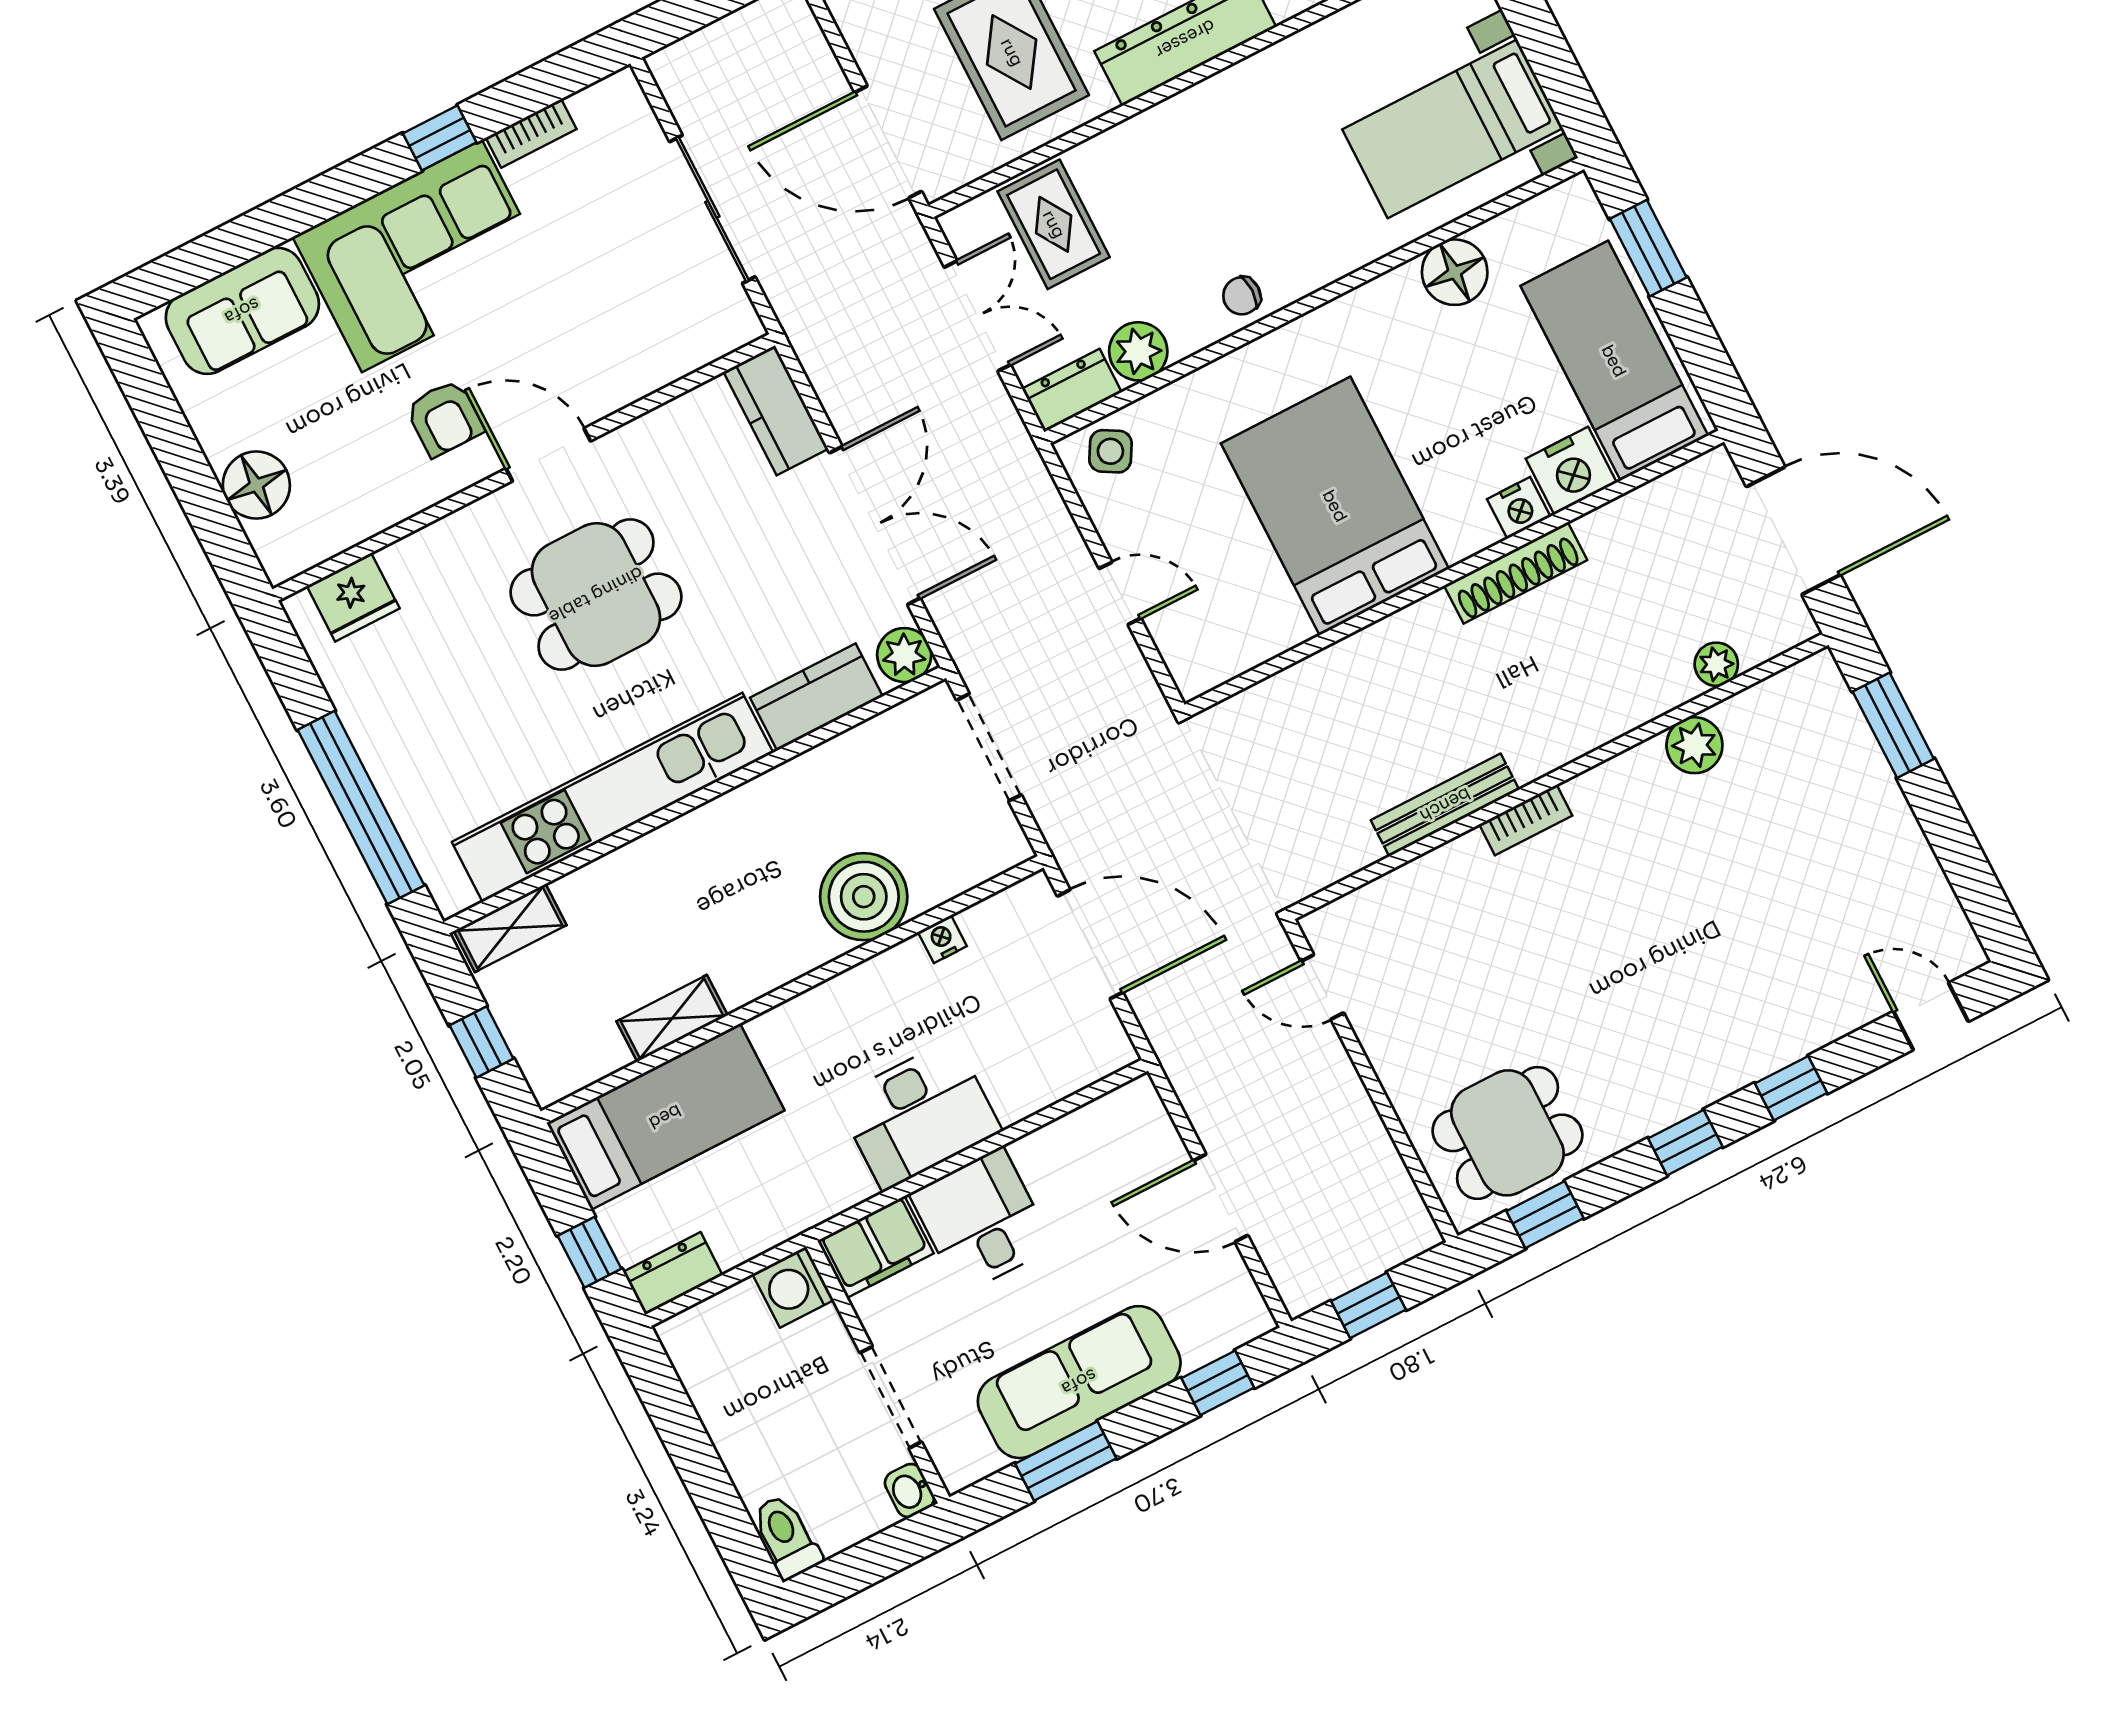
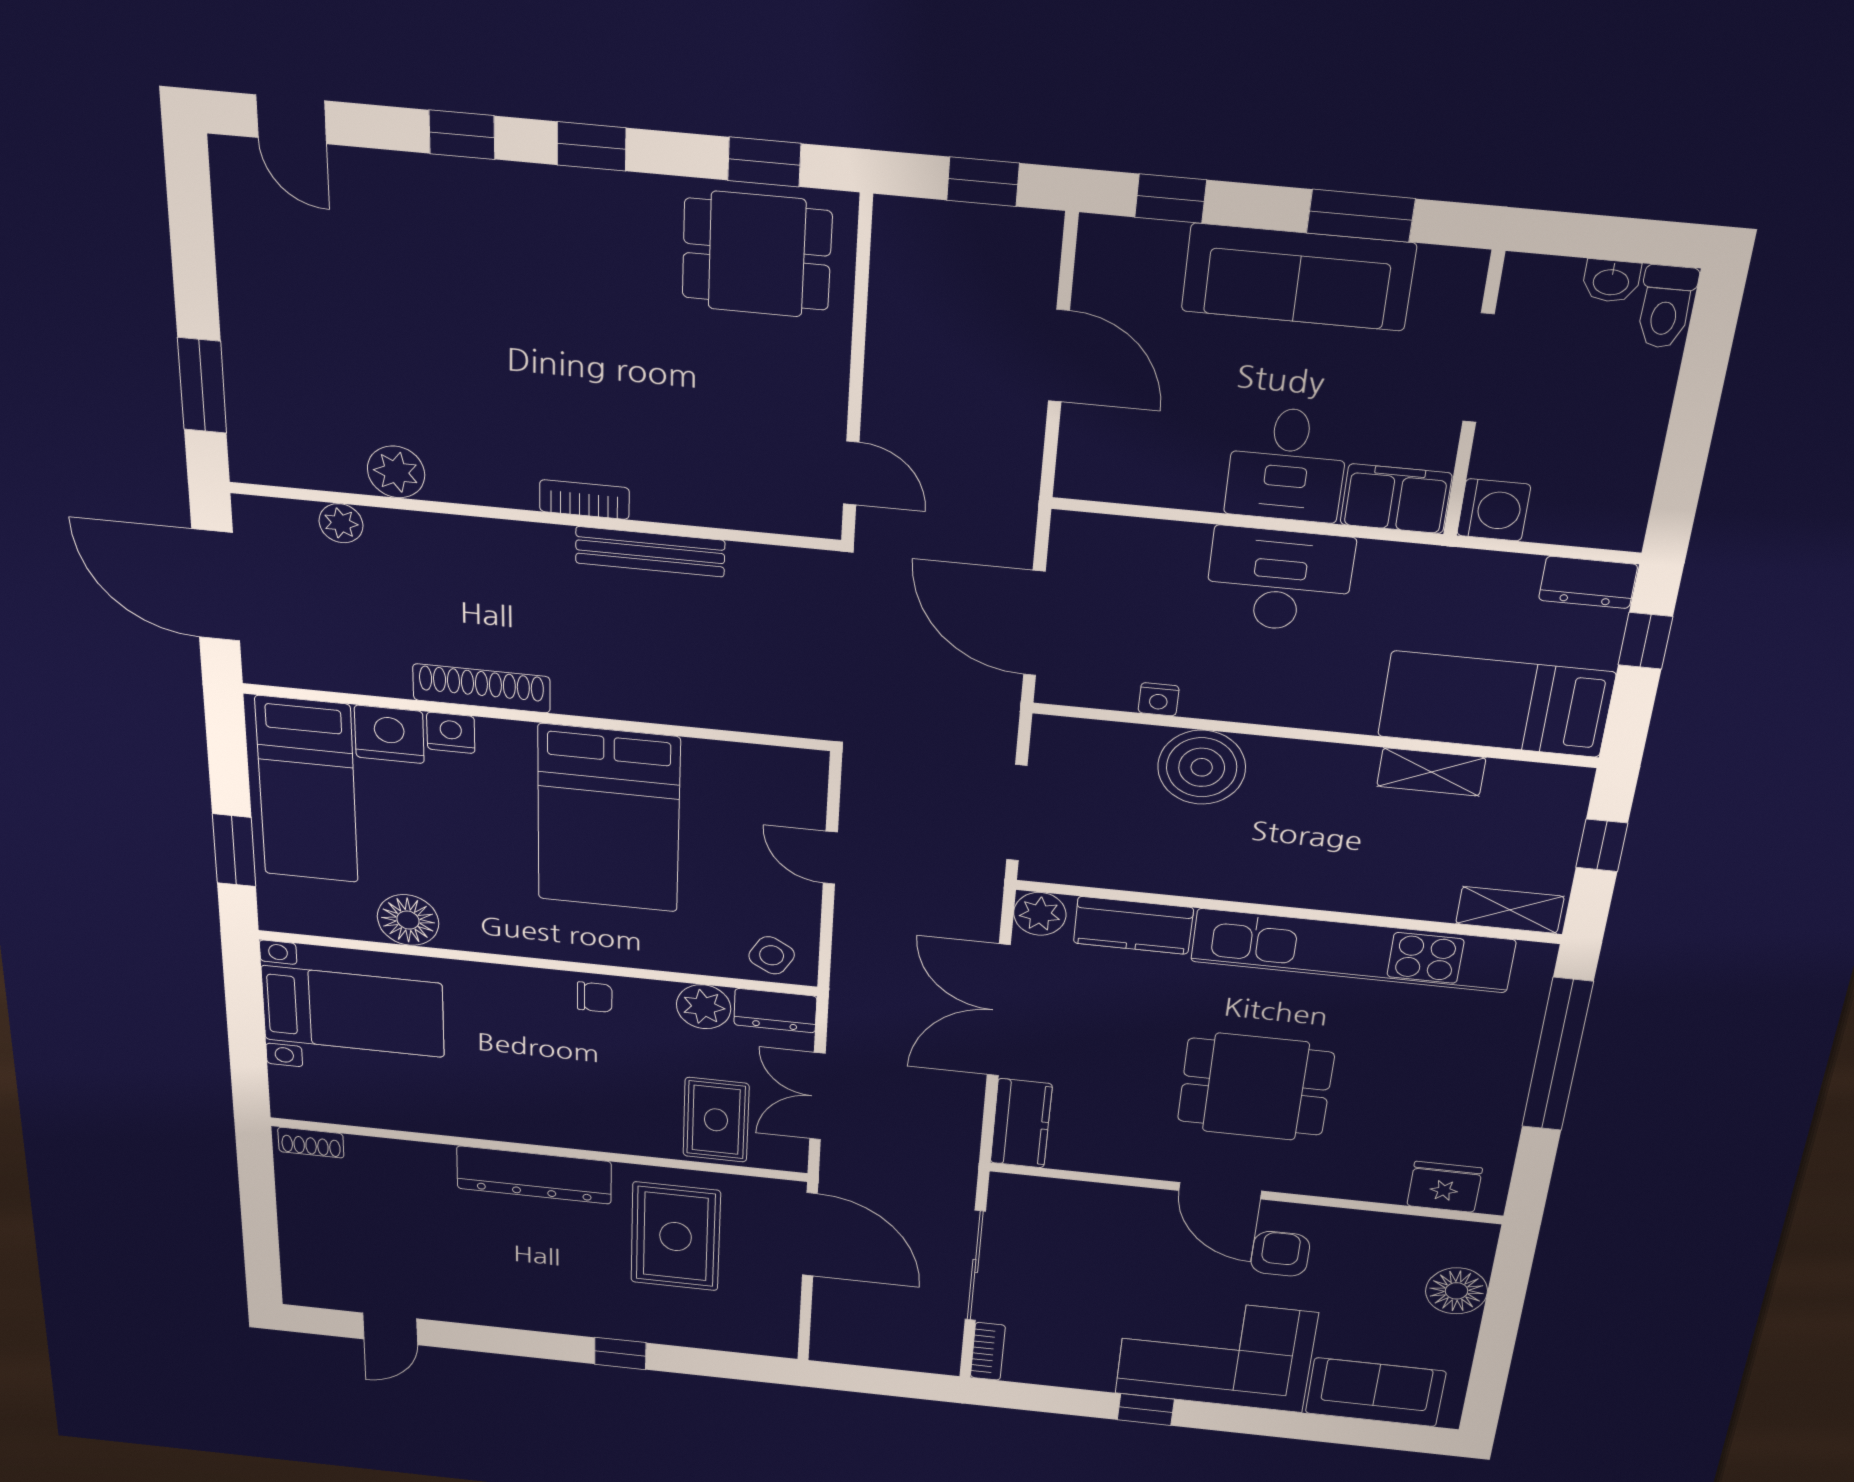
bookcase: (531, 133) -> (988, 1351), moved, turned 90
washbasin: (910, 1491) -> (1611, 281), moved, turned 90

